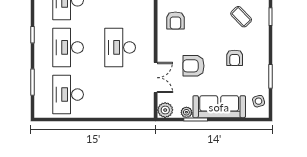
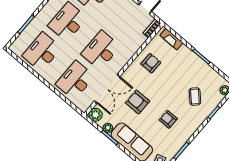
armchair: (175, 21) -> (151, 63), turned 180
armchair: (235, 58) -> (168, 119), turned 90
double door: (156, 78) -> (107, 89), width x1.37
desk: (120, 95) -> (75, 80), added

